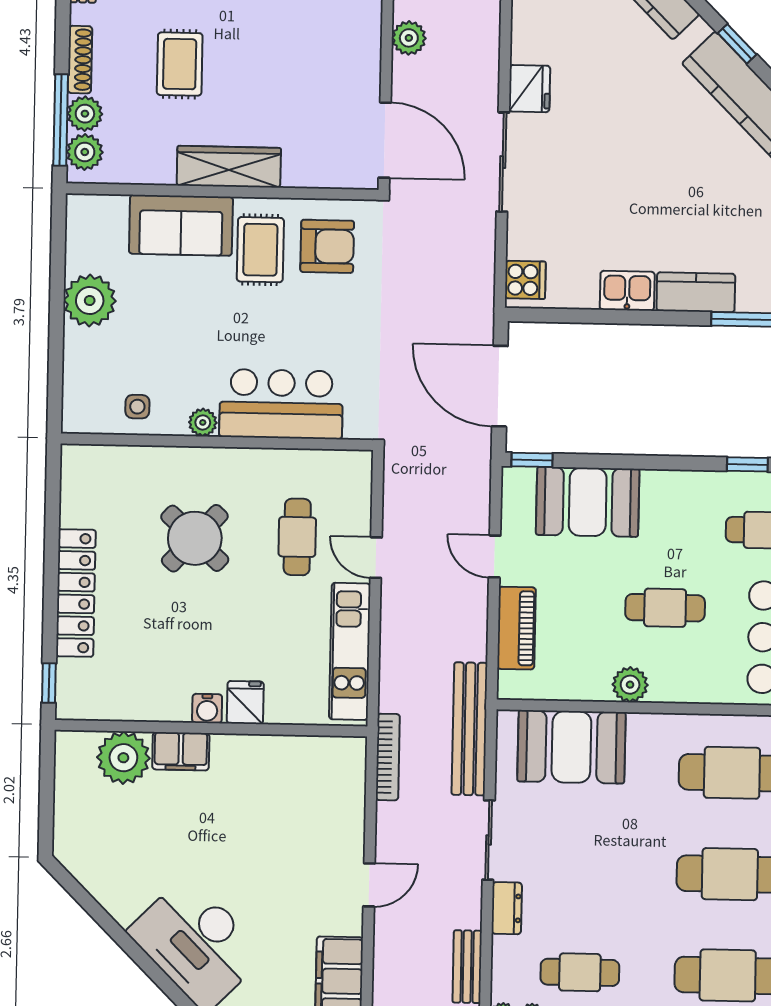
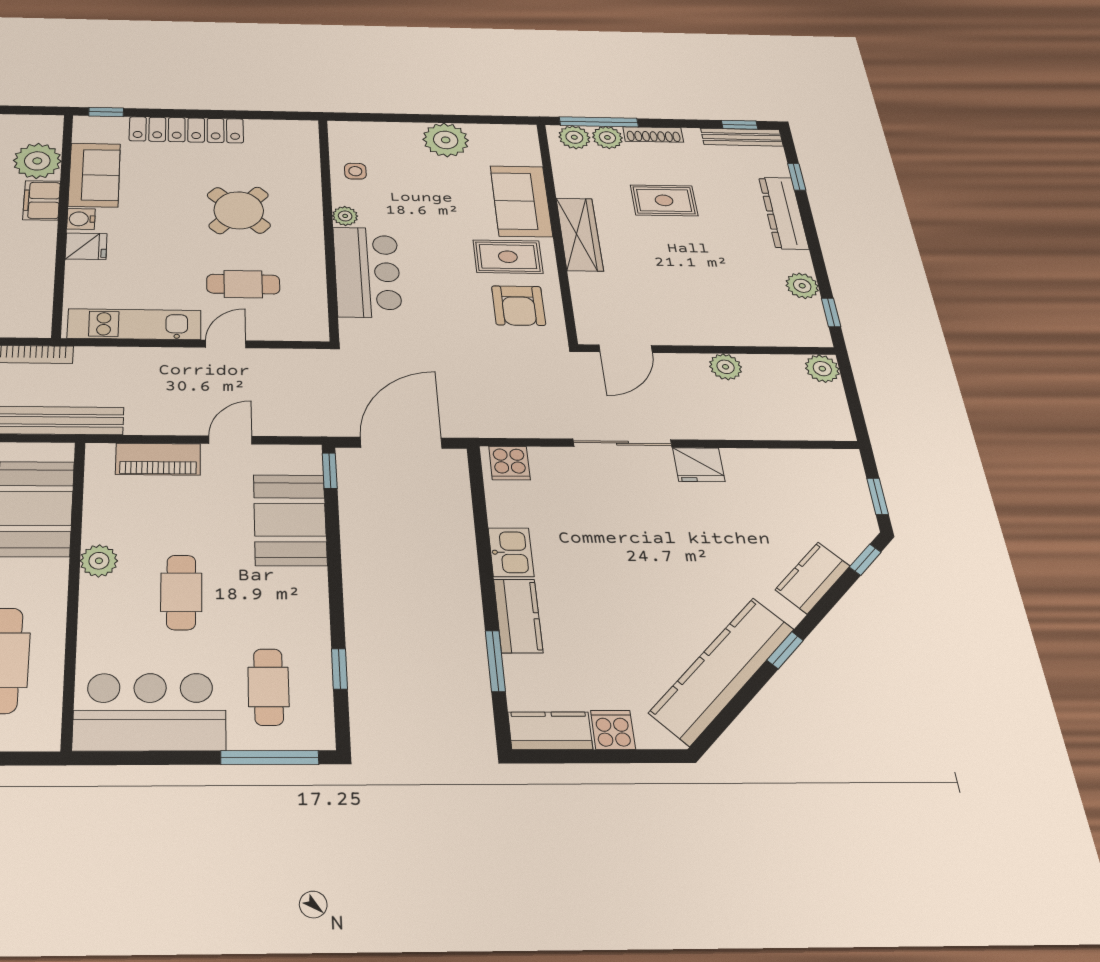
door: (385, 140) -> (626, 349), width x0.73
sofa: (144, 695) -> (94, 175), added

